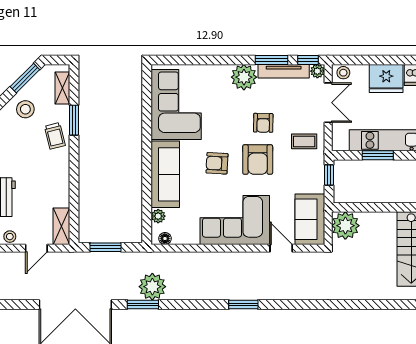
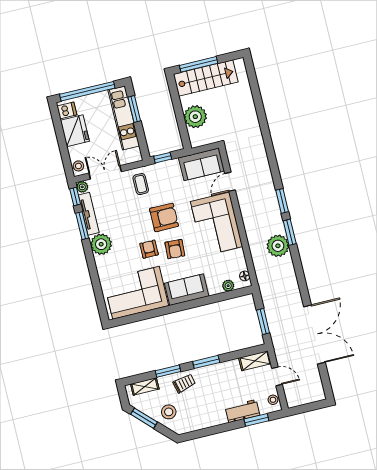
armchair: (263, 123) -> (149, 249), moved, turned -91
window: (378, 155) -> (134, 109), moved
window: (74, 168) -> (206, 362), added
sofa: (165, 174) -> (187, 290), width x0.73
plant: (345, 226) -> (195, 117), moved
plant: (152, 287) -> (278, 246), moved
window: (143, 305) -> (290, 232), moved

